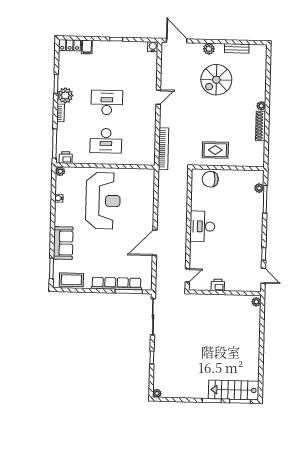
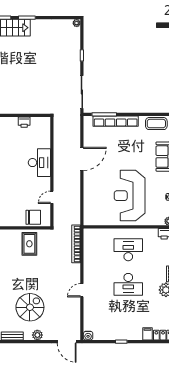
rug: (215, 150) -> (29, 244), turned 90
desk: (202, 226) -> (39, 163), moved
door: (187, 275) -> (52, 197), moved

